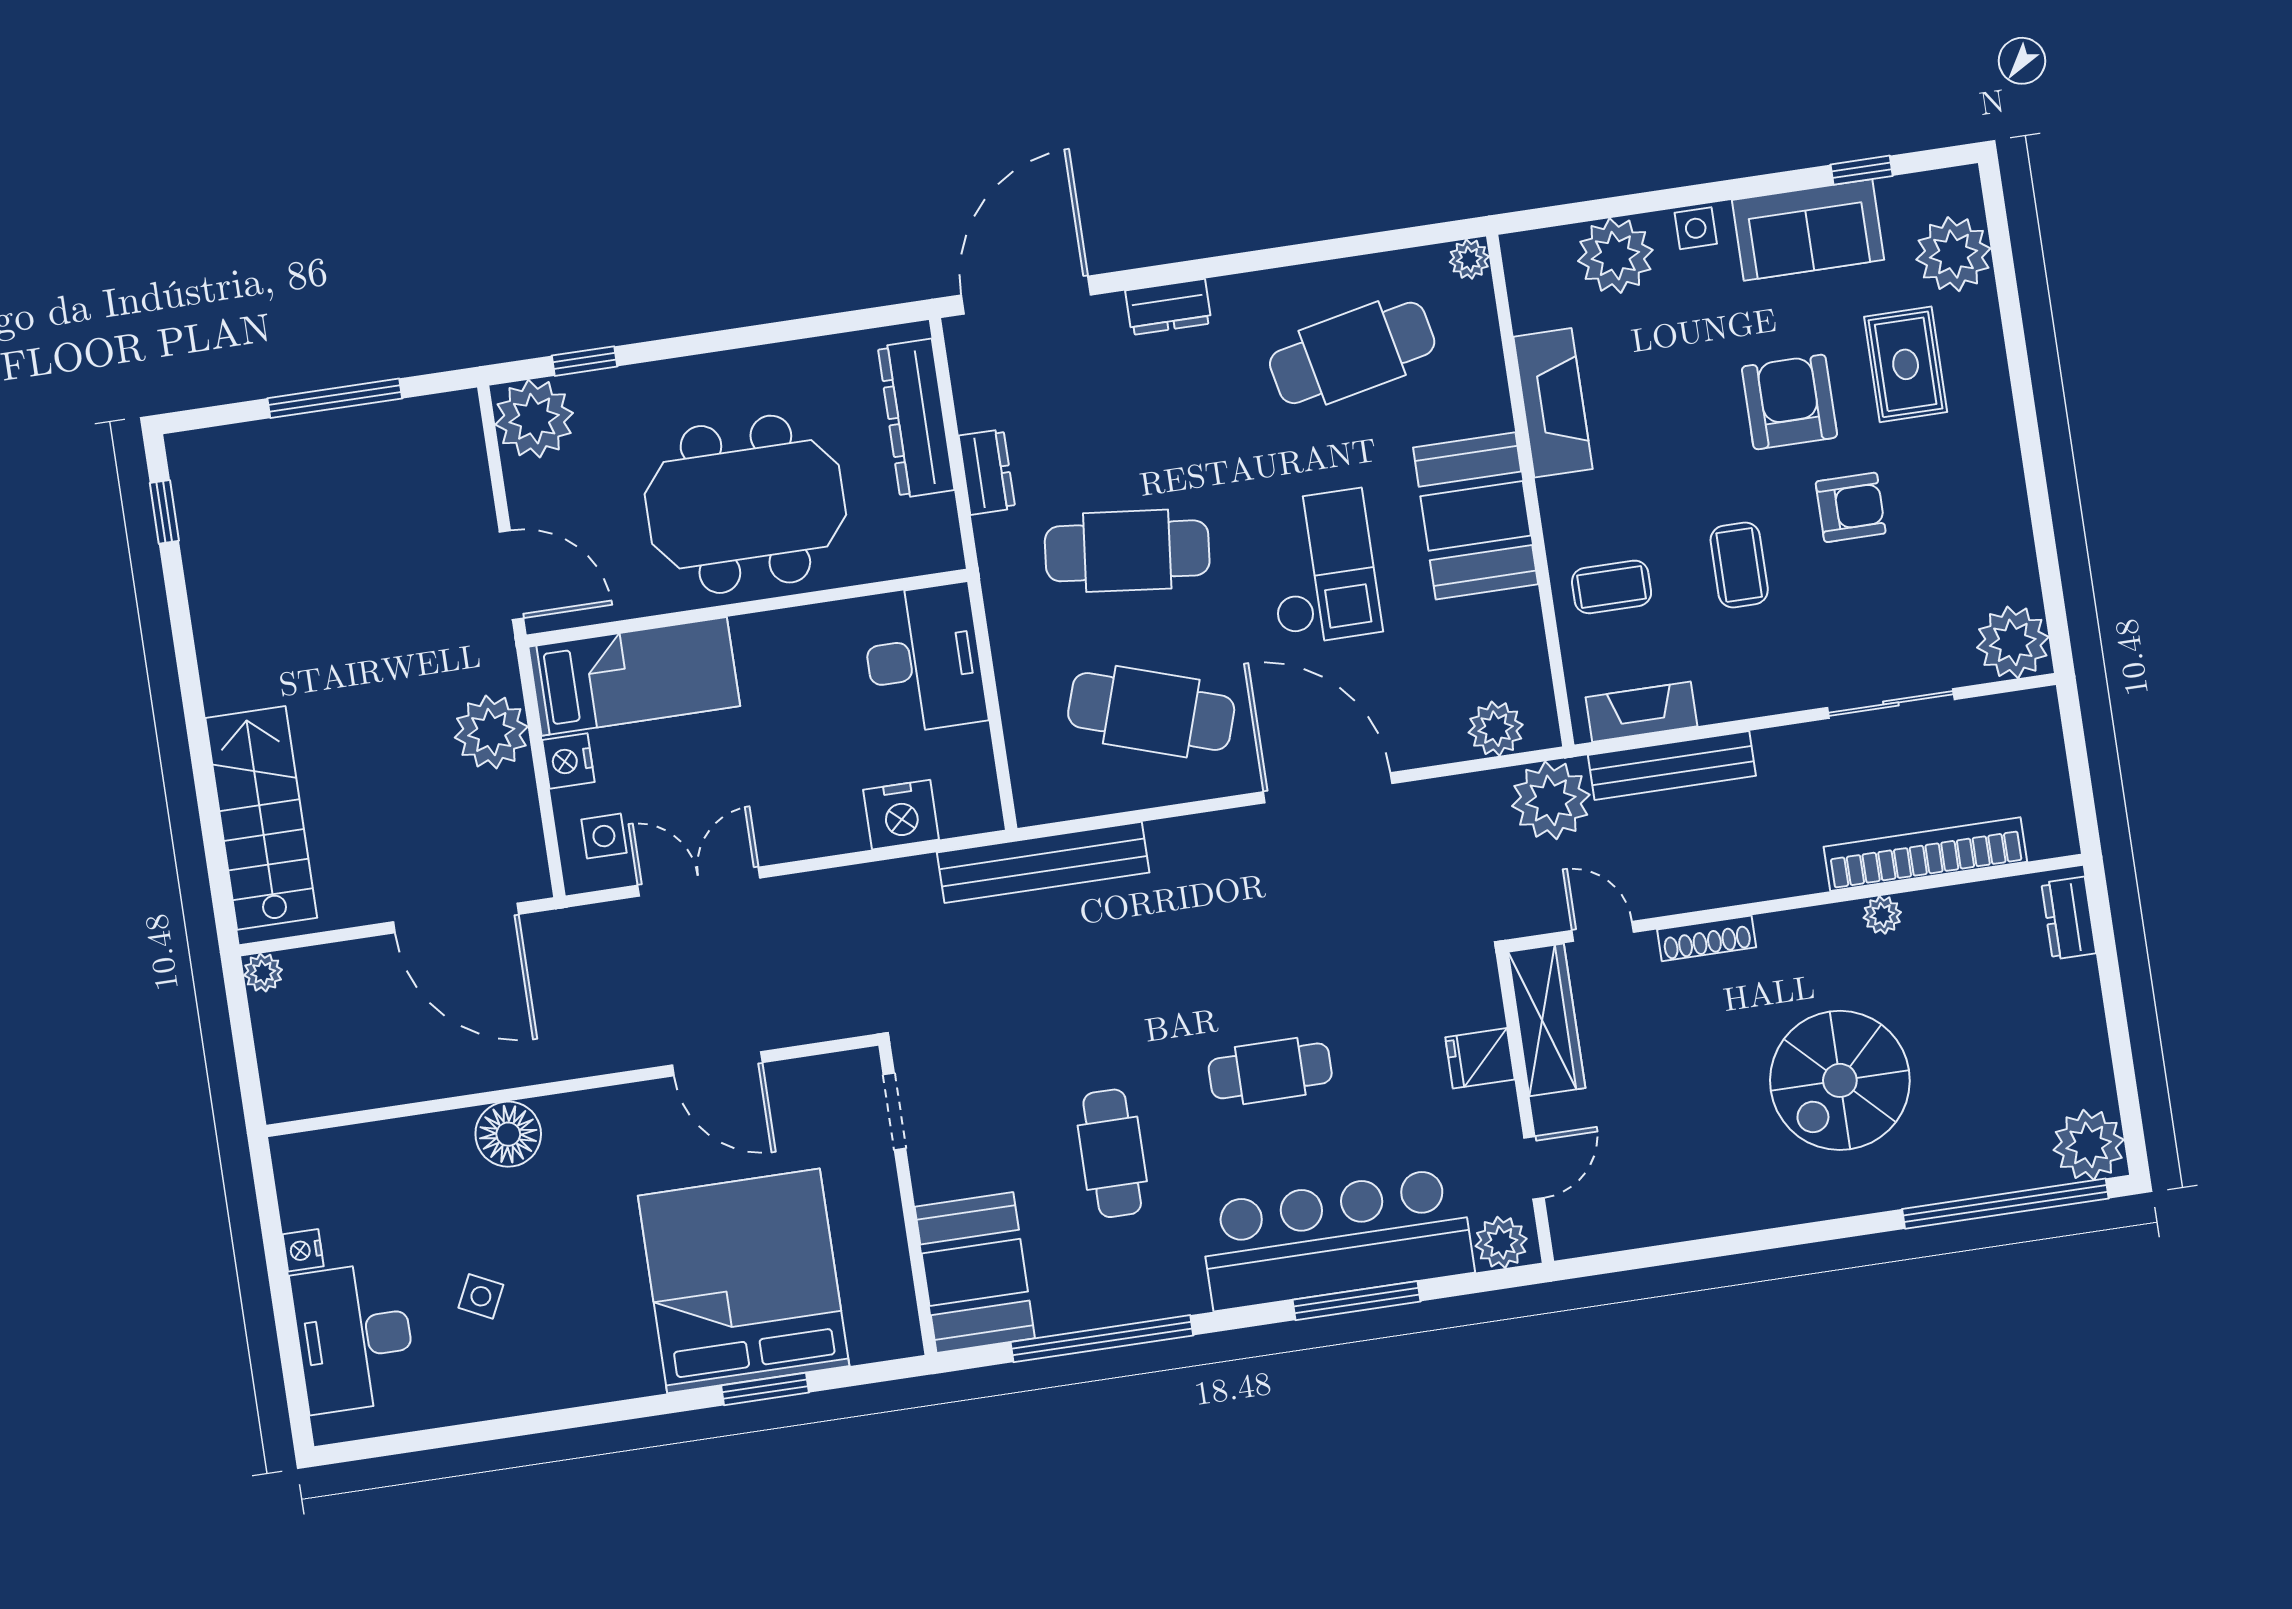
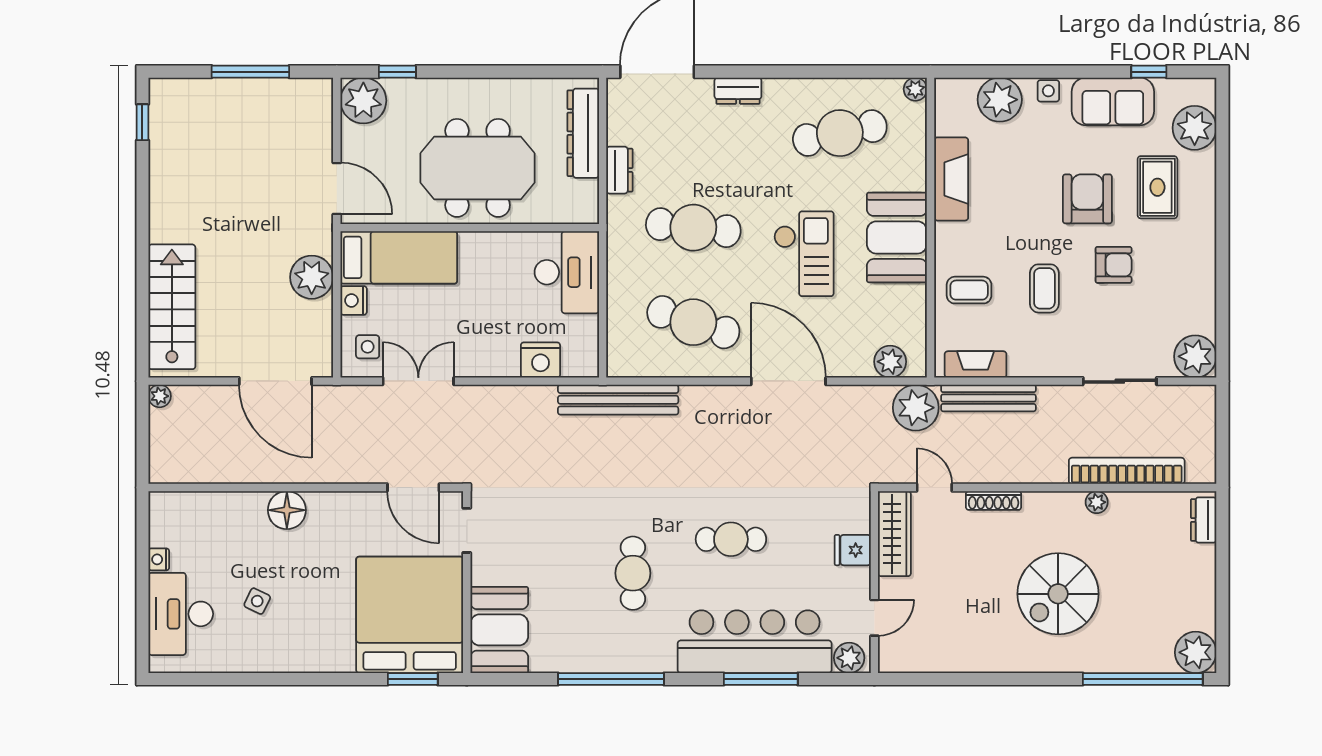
doorway: (894, 1112) -> (467, 530), moved
wall: (908, 1199) -> (467, 582), moved
booth: (975, 1272) -> (499, 630), moved

